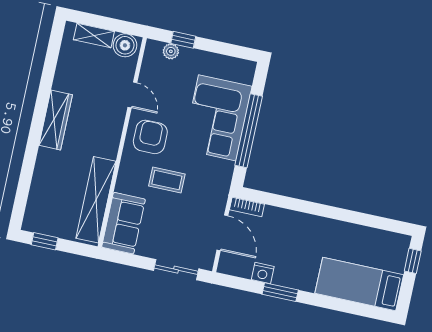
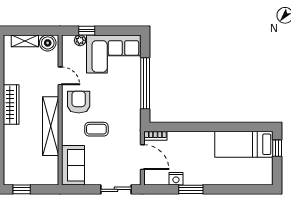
corner sofa: (217, 118) -> (114, 54), moved, turned -90
shelving: (96, 200) -> (51, 126), moved
bed: (359, 284) -> (244, 144), moved

